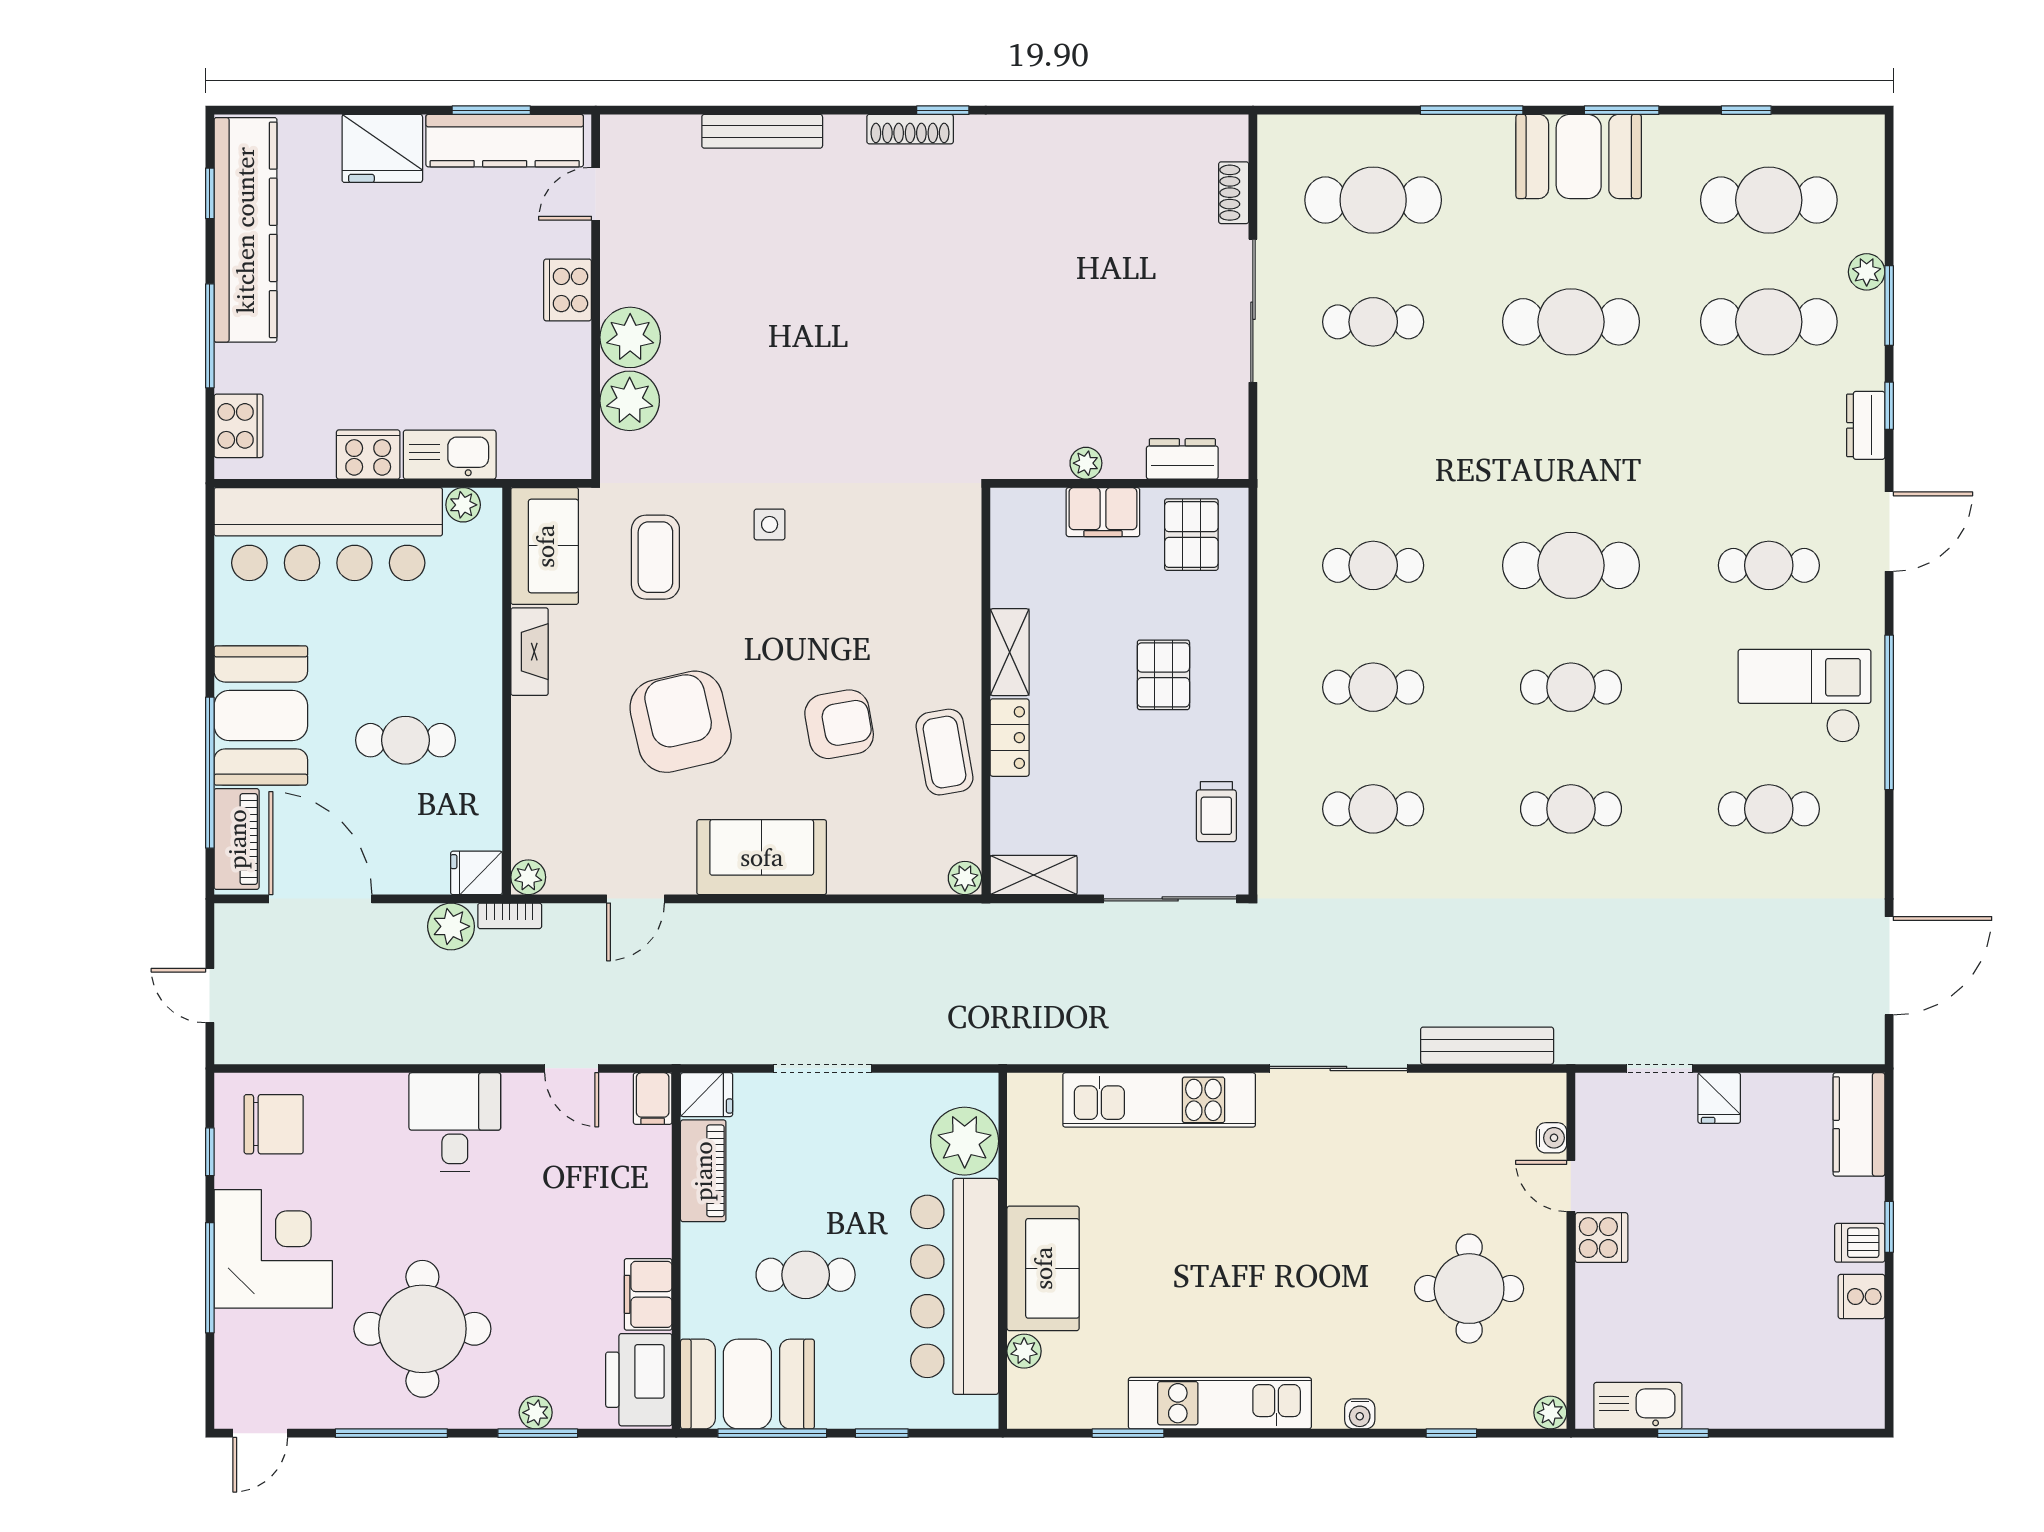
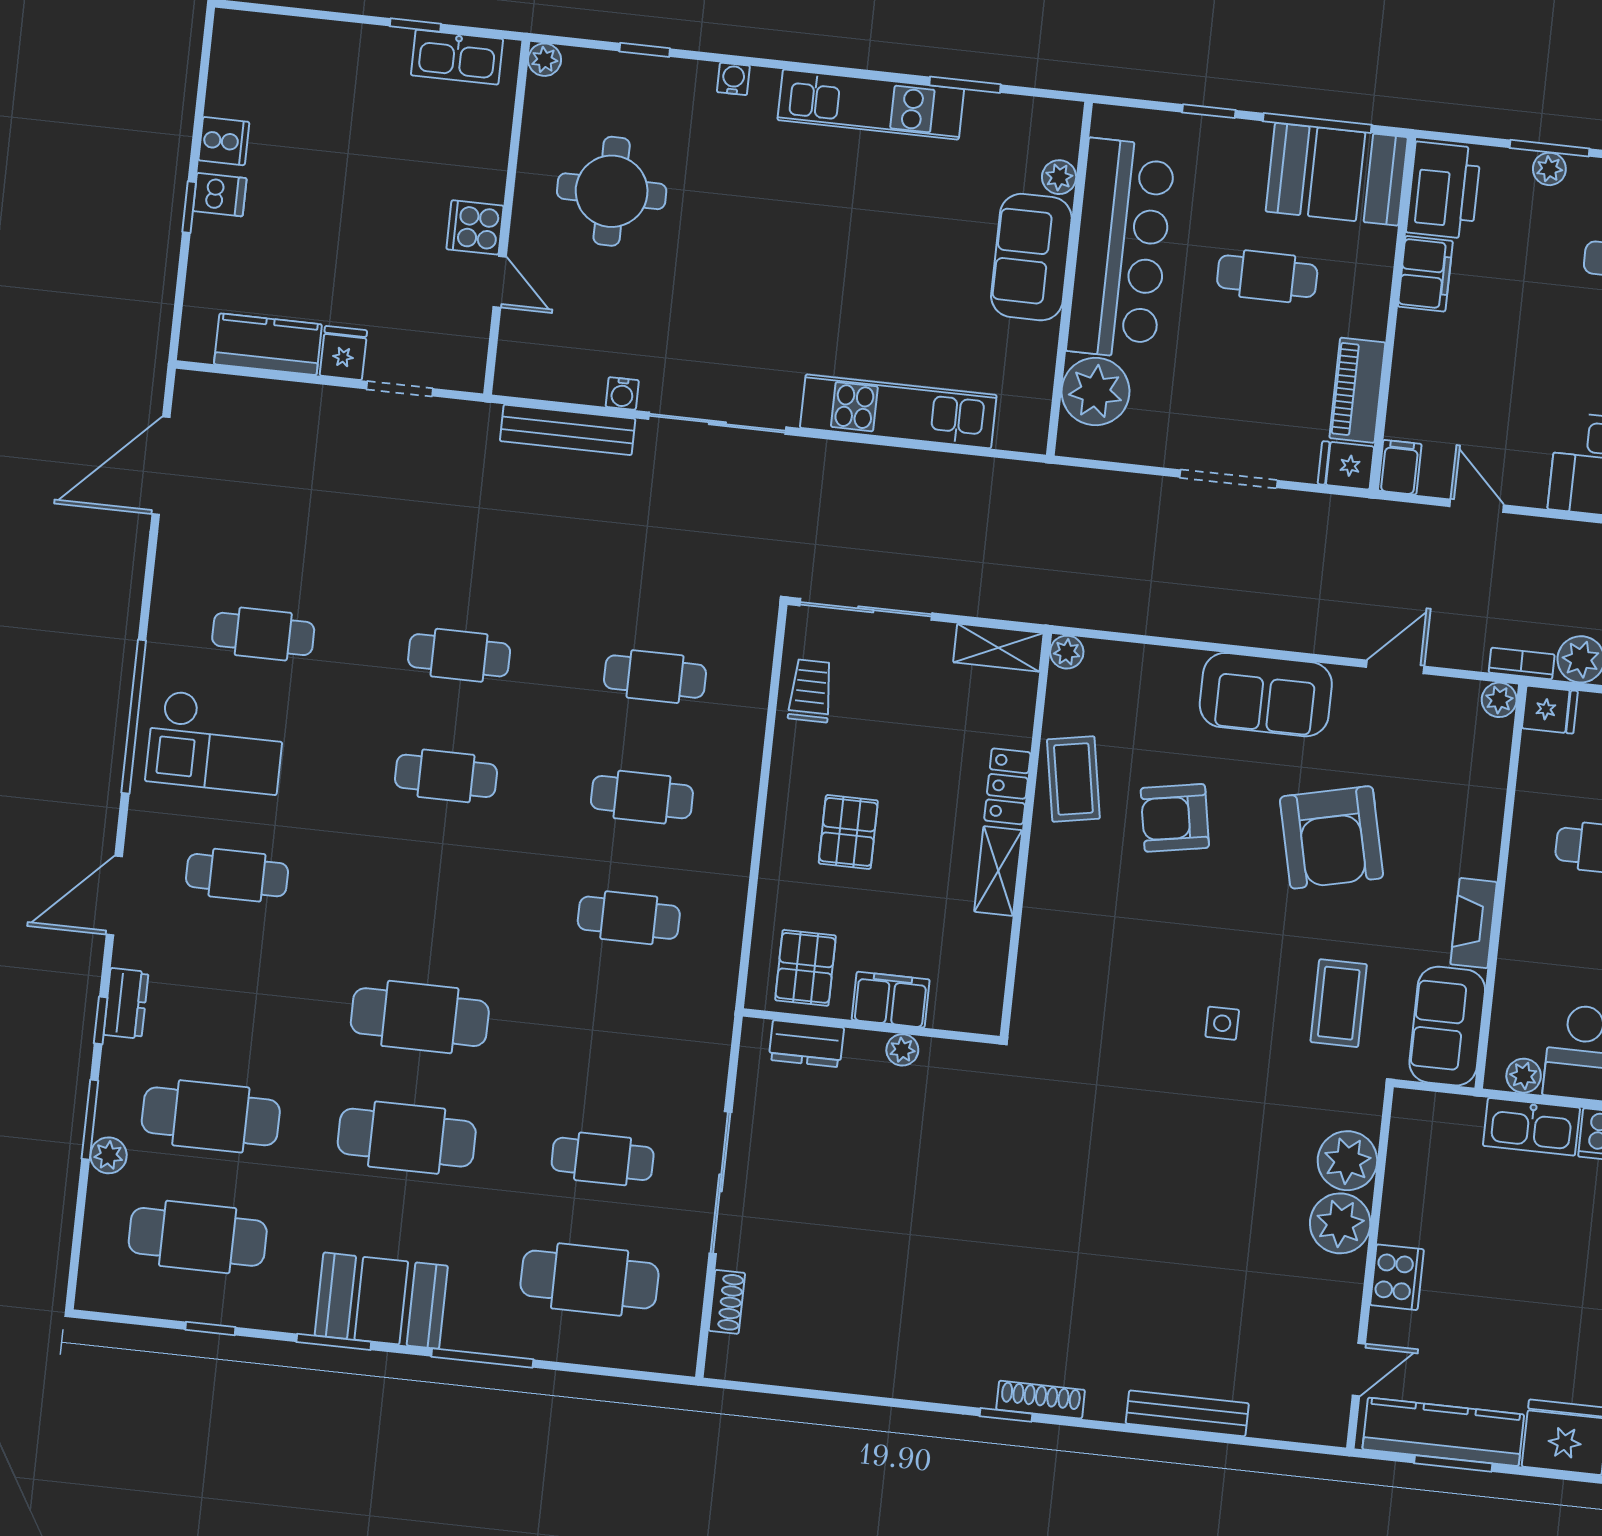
cafe table: (1571, 565) -> (420, 1017), moved
kitchen counter: (1859, 1124) -> (268, 344), moved, turned -90
water cooler: (1552, 1138) -> (622, 393), moved, turned -90

